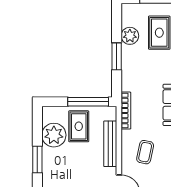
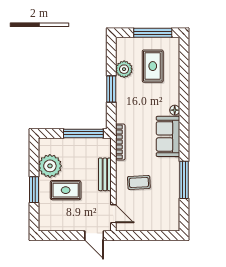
rug: (79, 126) -> (66, 190), moved, turned 90
bench: (110, 144) -> (105, 174), width x0.73
coffee table: (145, 152) -> (139, 182), turned 75

